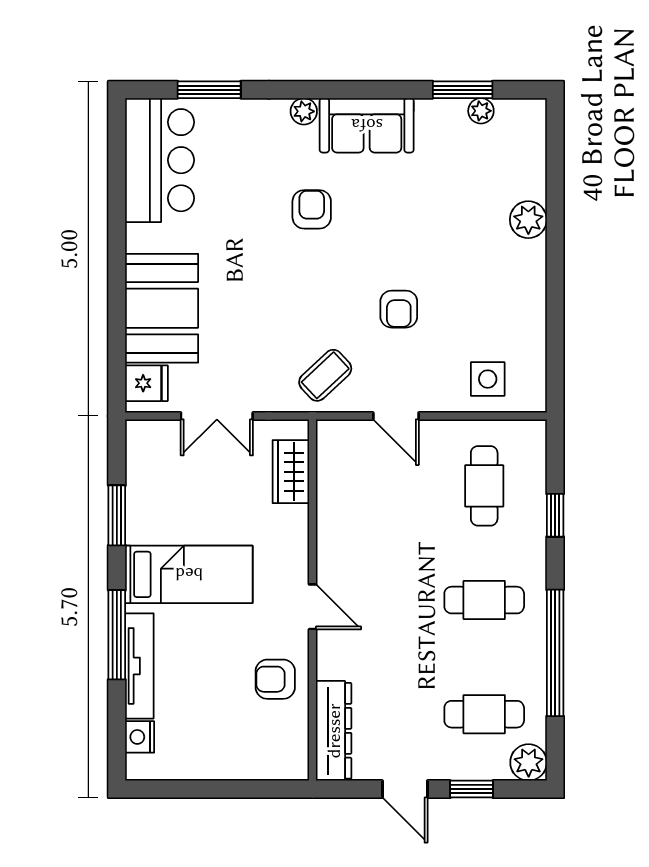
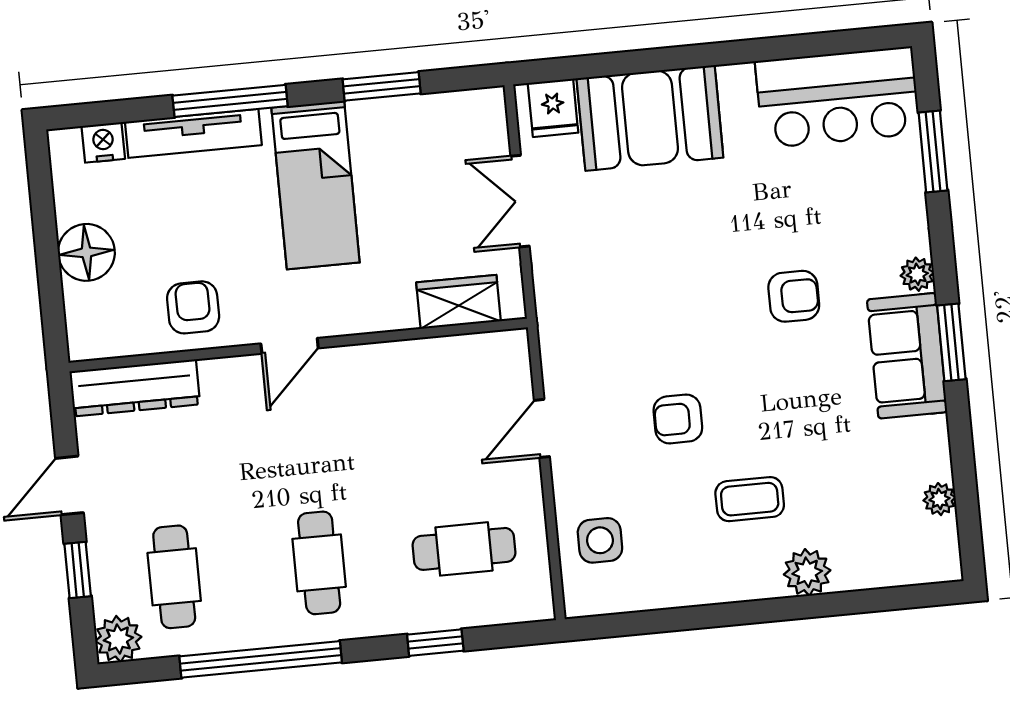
window: (463, 90) -> (951, 342), moved
coffee table: (325, 375) -> (750, 499), moved, turned -47
floor lamp: (224, 758) -> (86, 252), added

